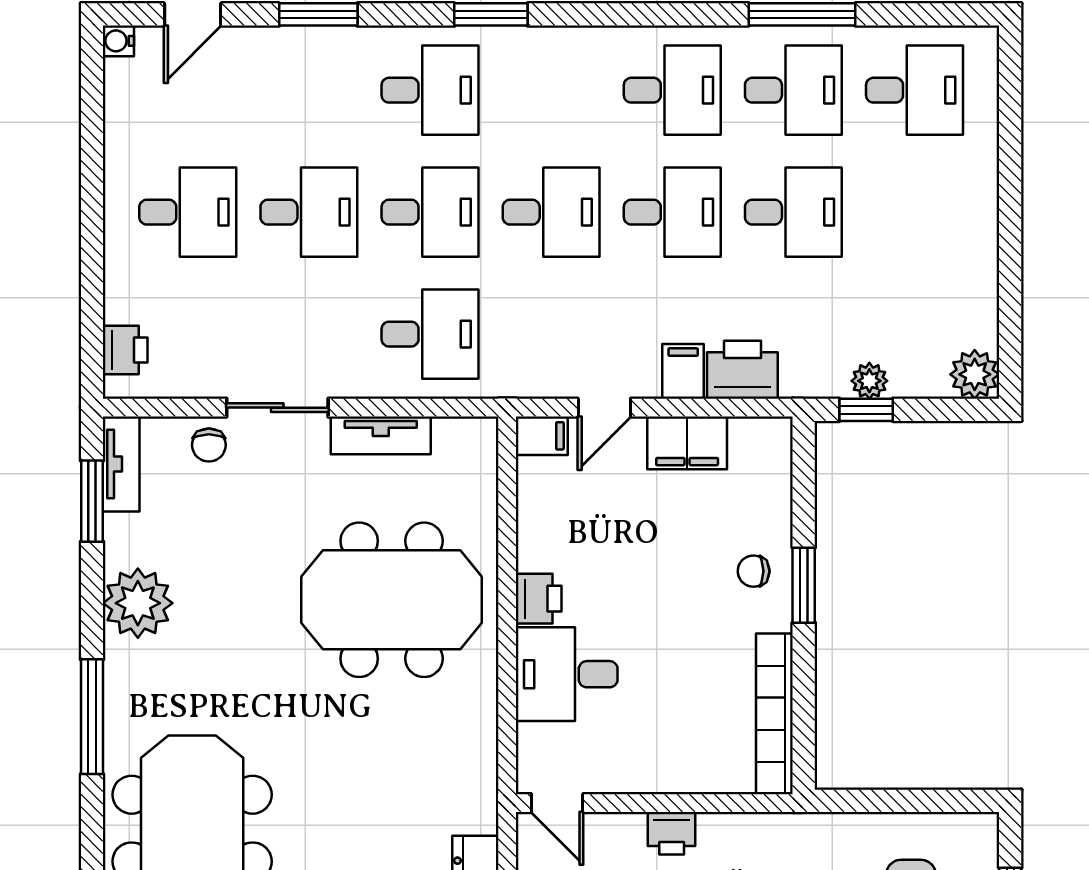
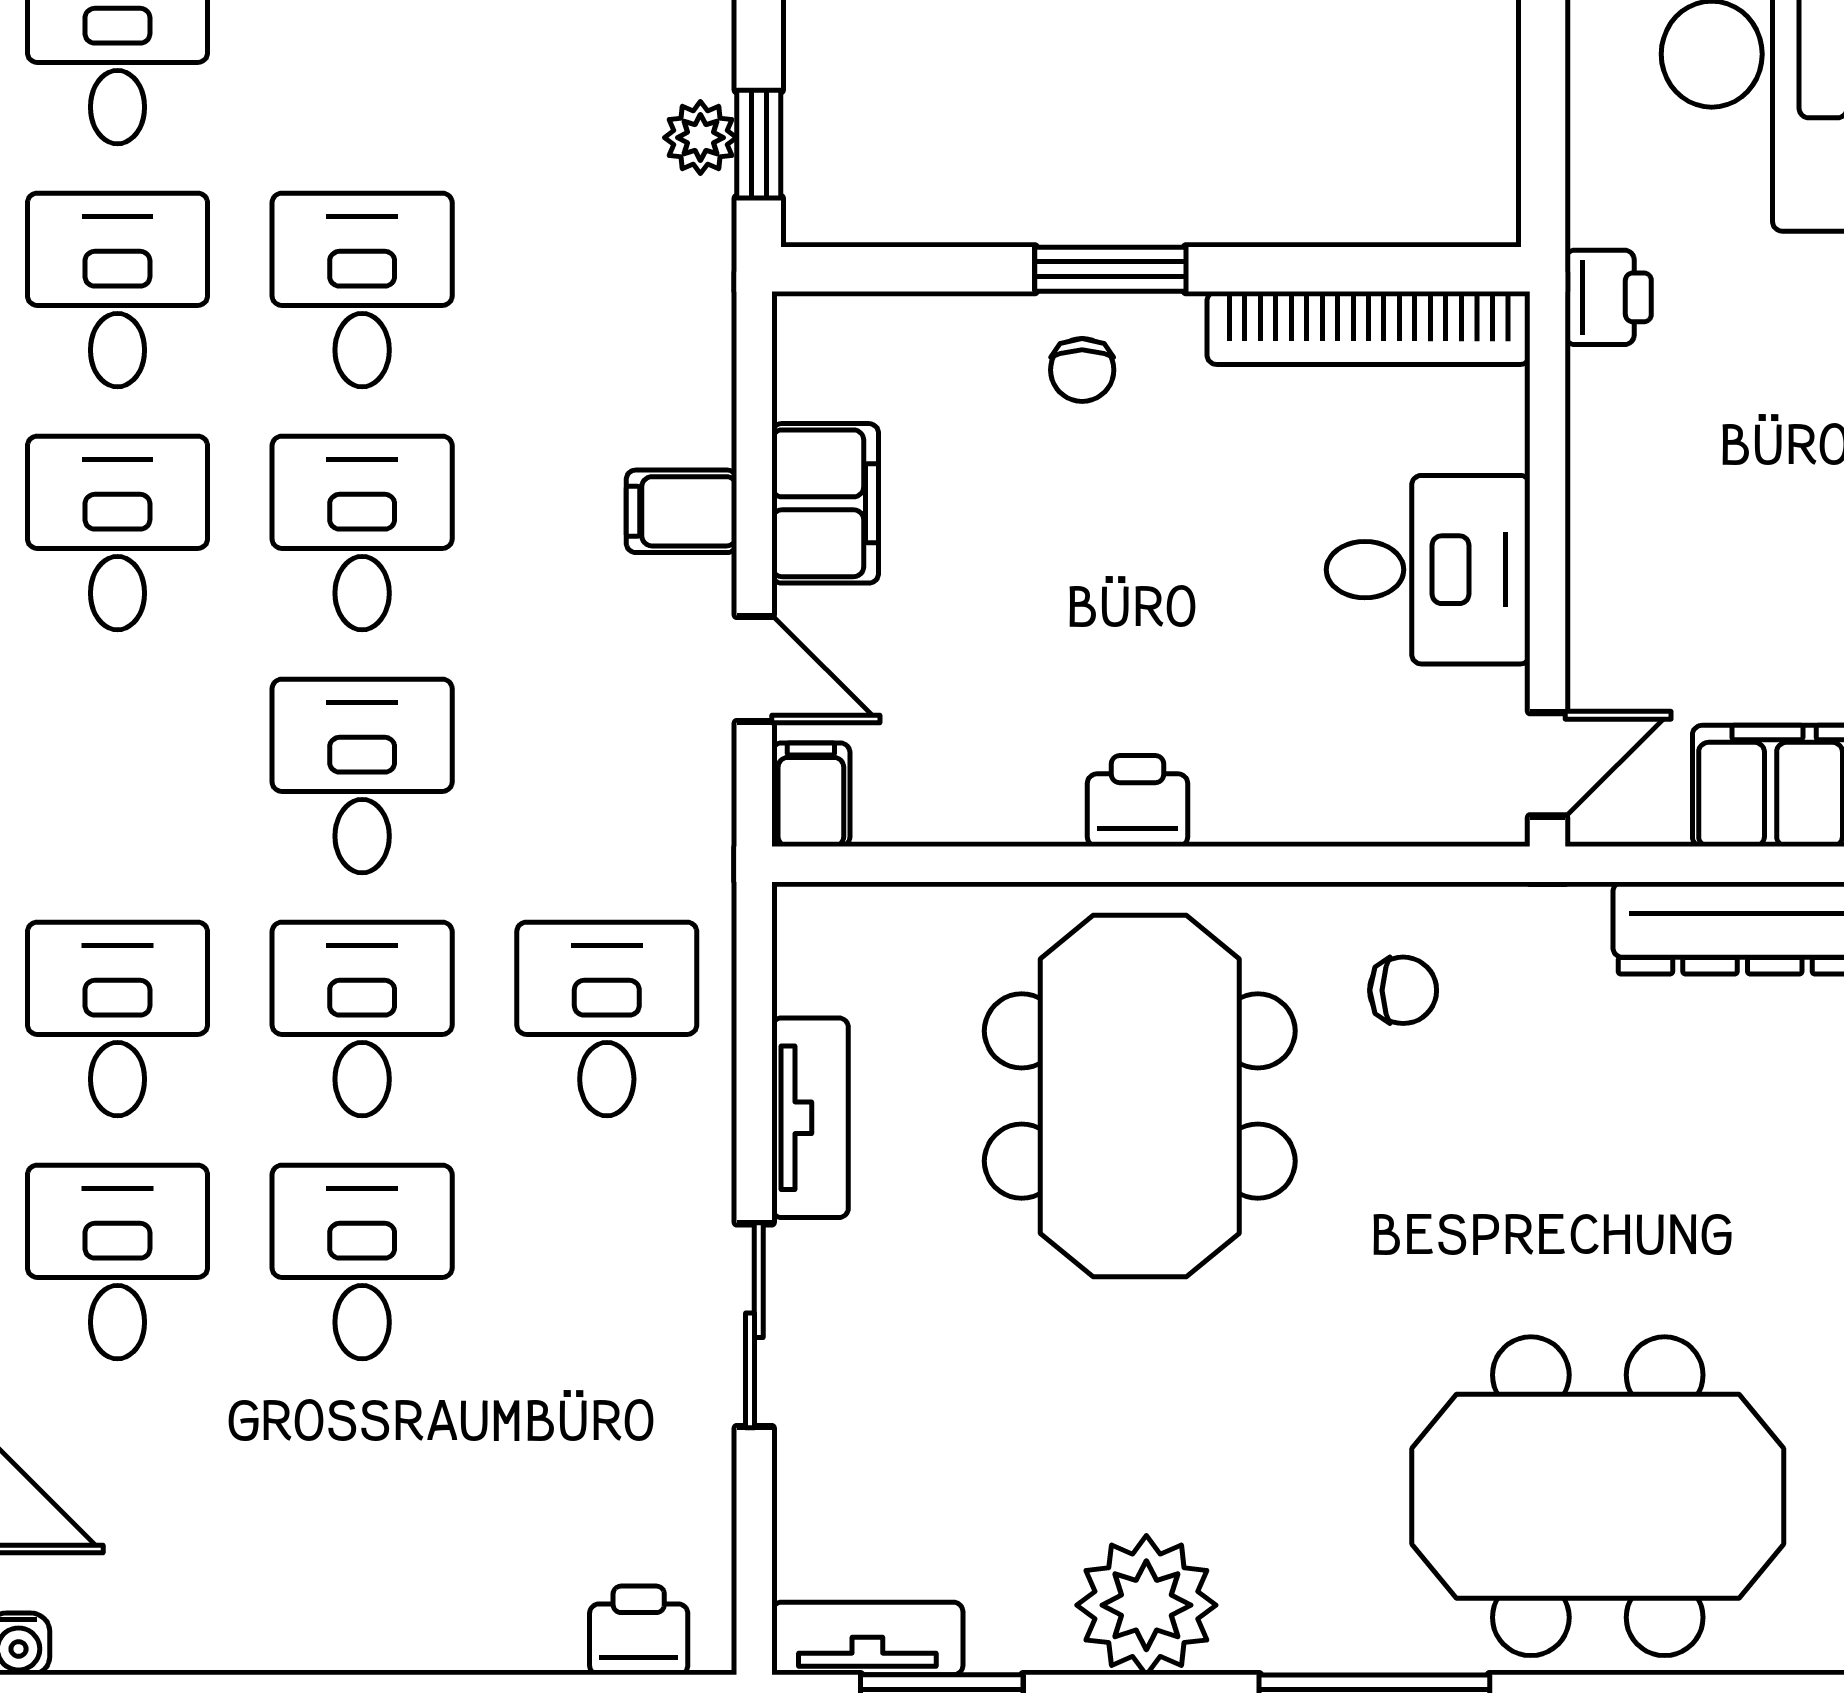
desk: (188, 212) -> (117, 1262), moved
printer: (742, 370) -> (678, 392), removed
chair: (209, 445) -> (1403, 990), moved
desk: (567, 674) -> (1428, 570), moved, turned -90
printer: (672, 833) -> (1608, 297), moved

